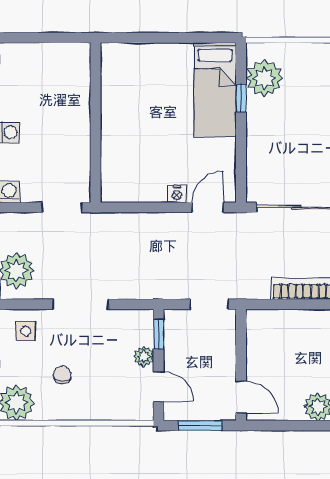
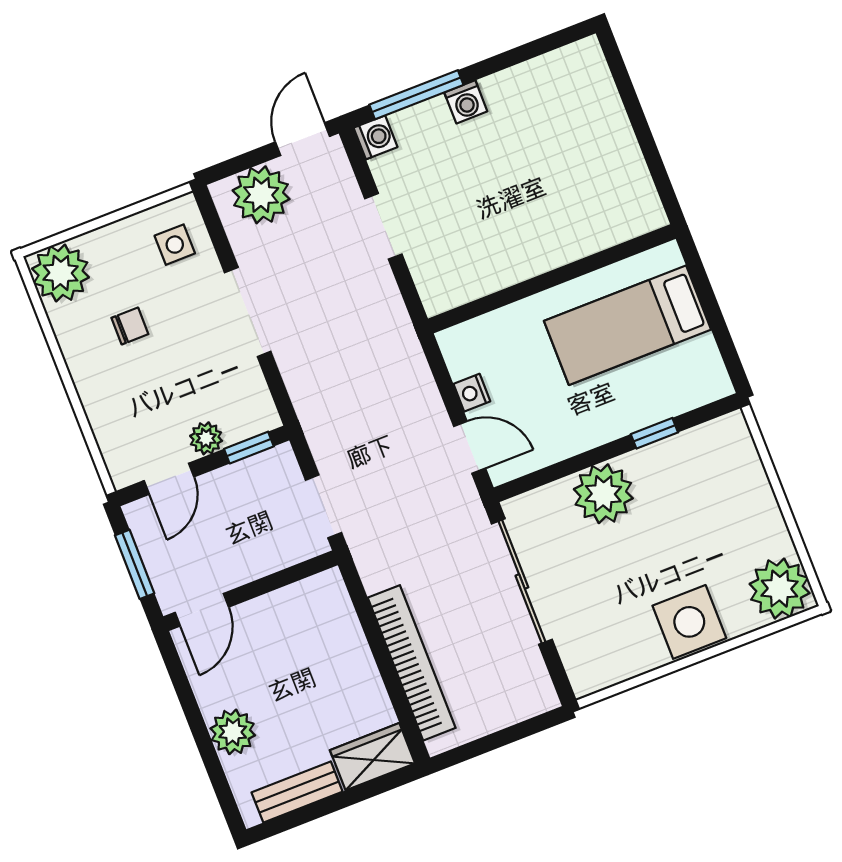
plant: (264, 78) -> (603, 494), moved
bed: (215, 90) -> (628, 325), moved
wall: (96, 123) -> (552, 279), moved

